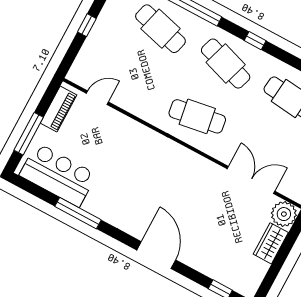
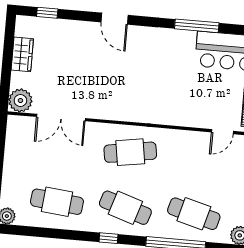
wardrobe: (271, 243) -> (22, 54), moved
door: (156, 255) -> (115, 19), width x0.73

